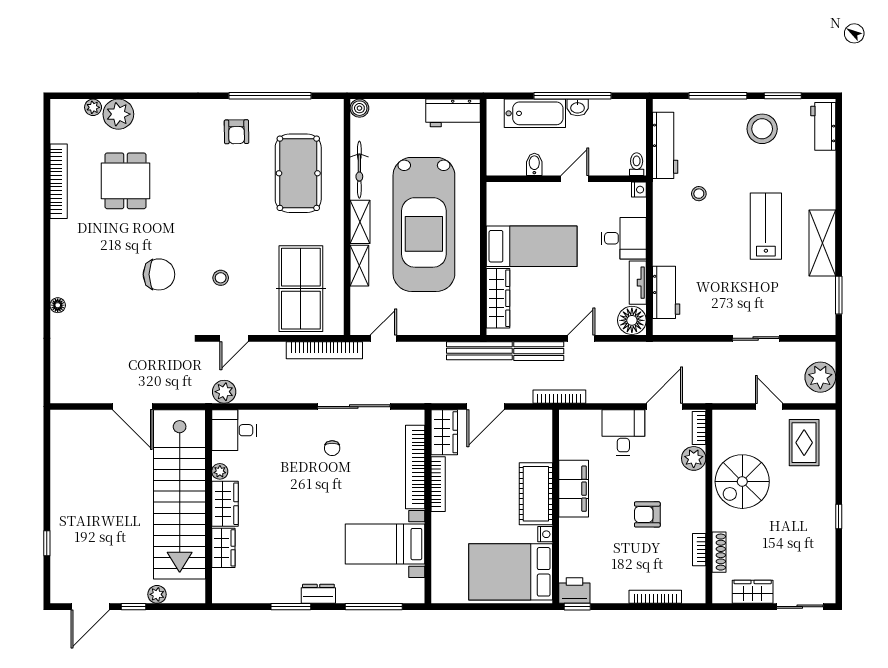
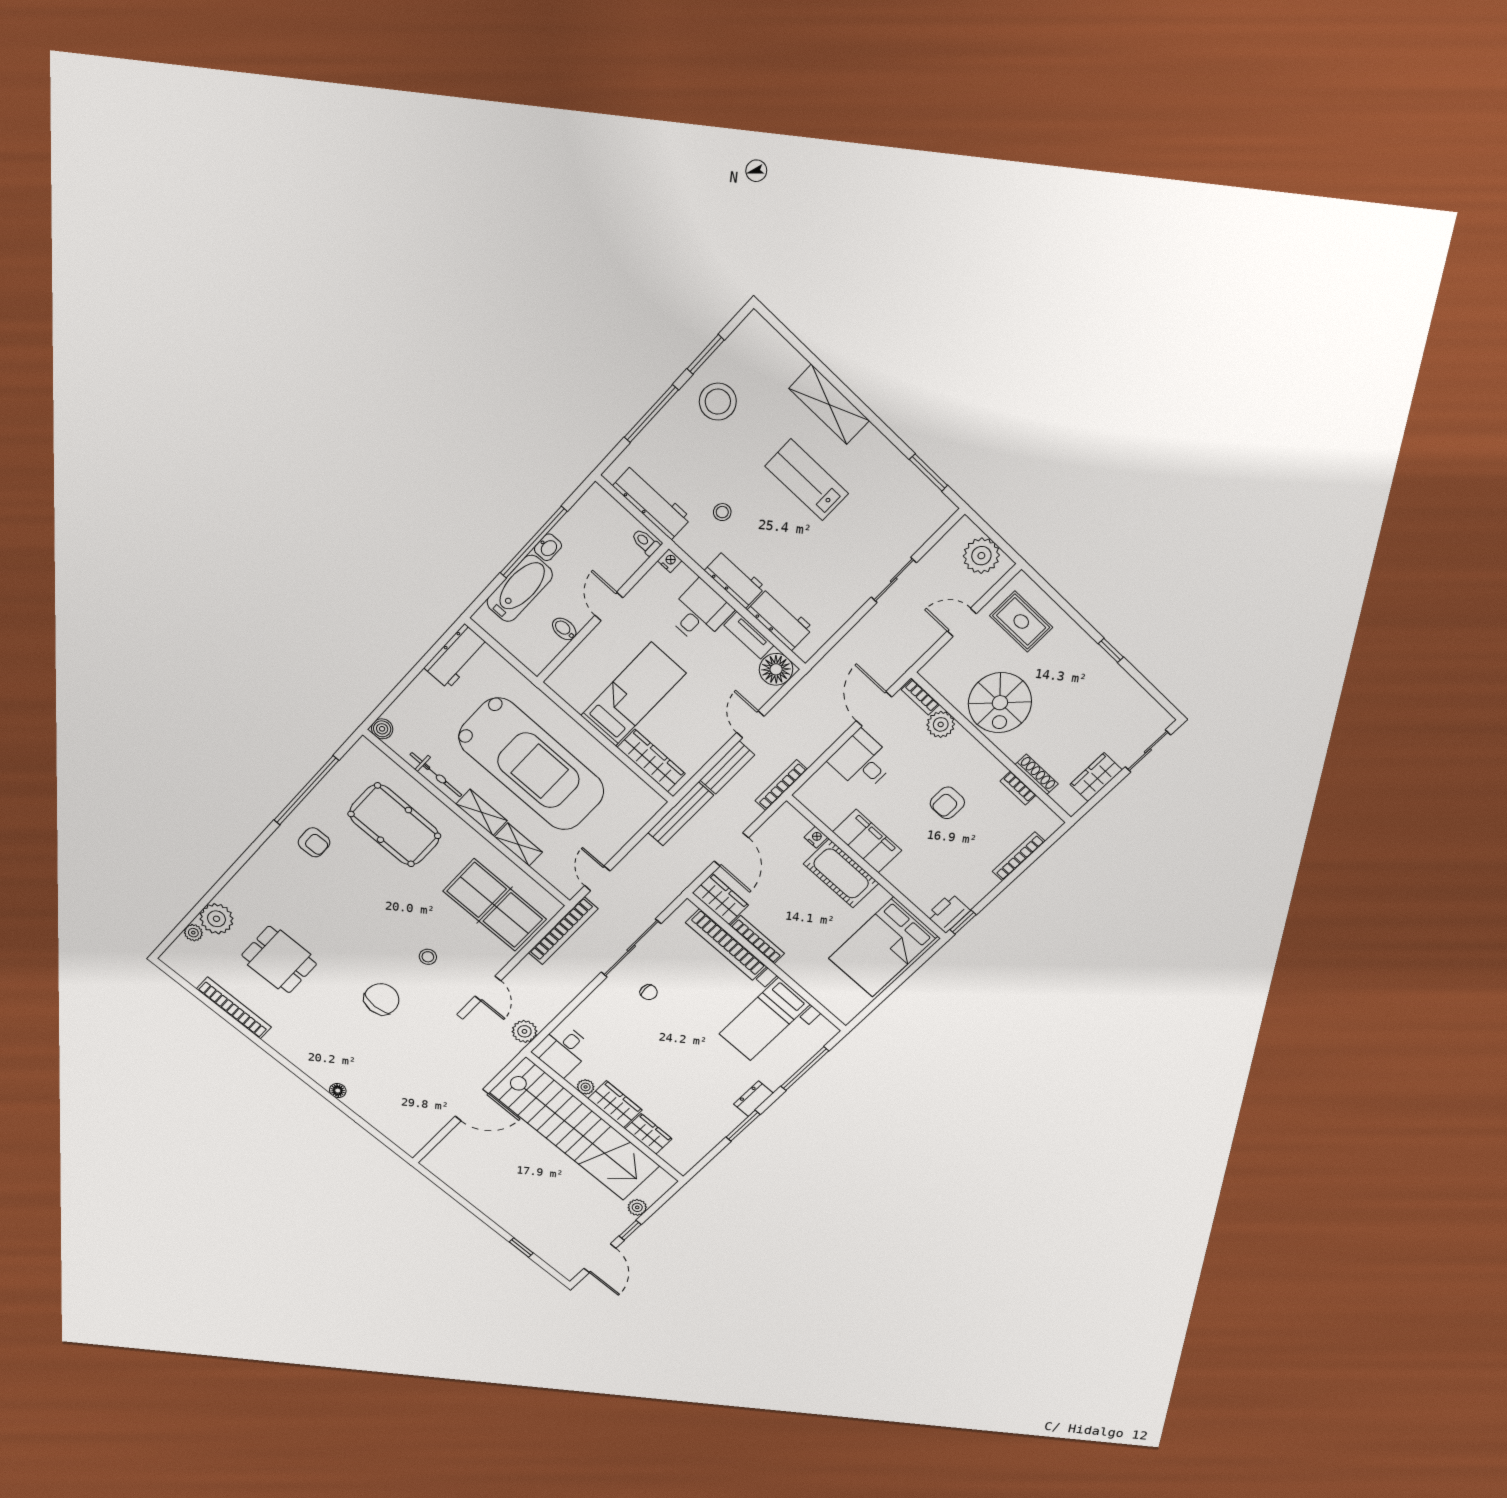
workbench: (823, 126) -> (735, 579), moved, turned 180
shelving: (822, 243) -> (829, 404), moved
nightstand: (545, 534) -> (816, 837), moved

